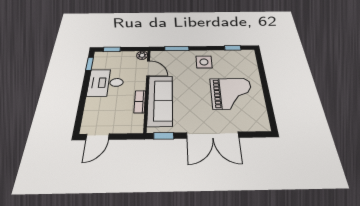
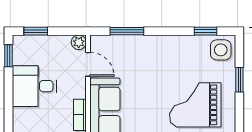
side table: (204, 62) -> (221, 50), moved
window: (263, 76) -> (239, 80), added
grand piano: (232, 93) -> (195, 105), turned 180

